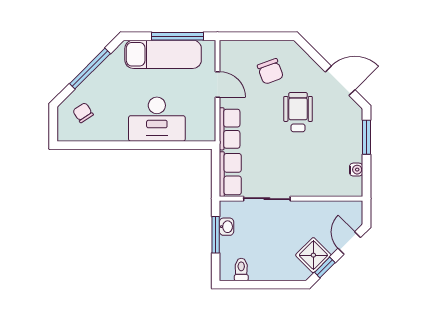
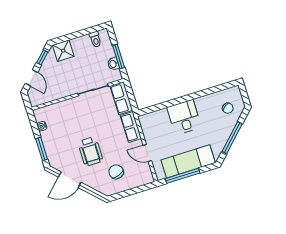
desk: (157, 119) -> (184, 117), width x0.73
shower: (313, 255) -> (63, 51), moved, turned 45

